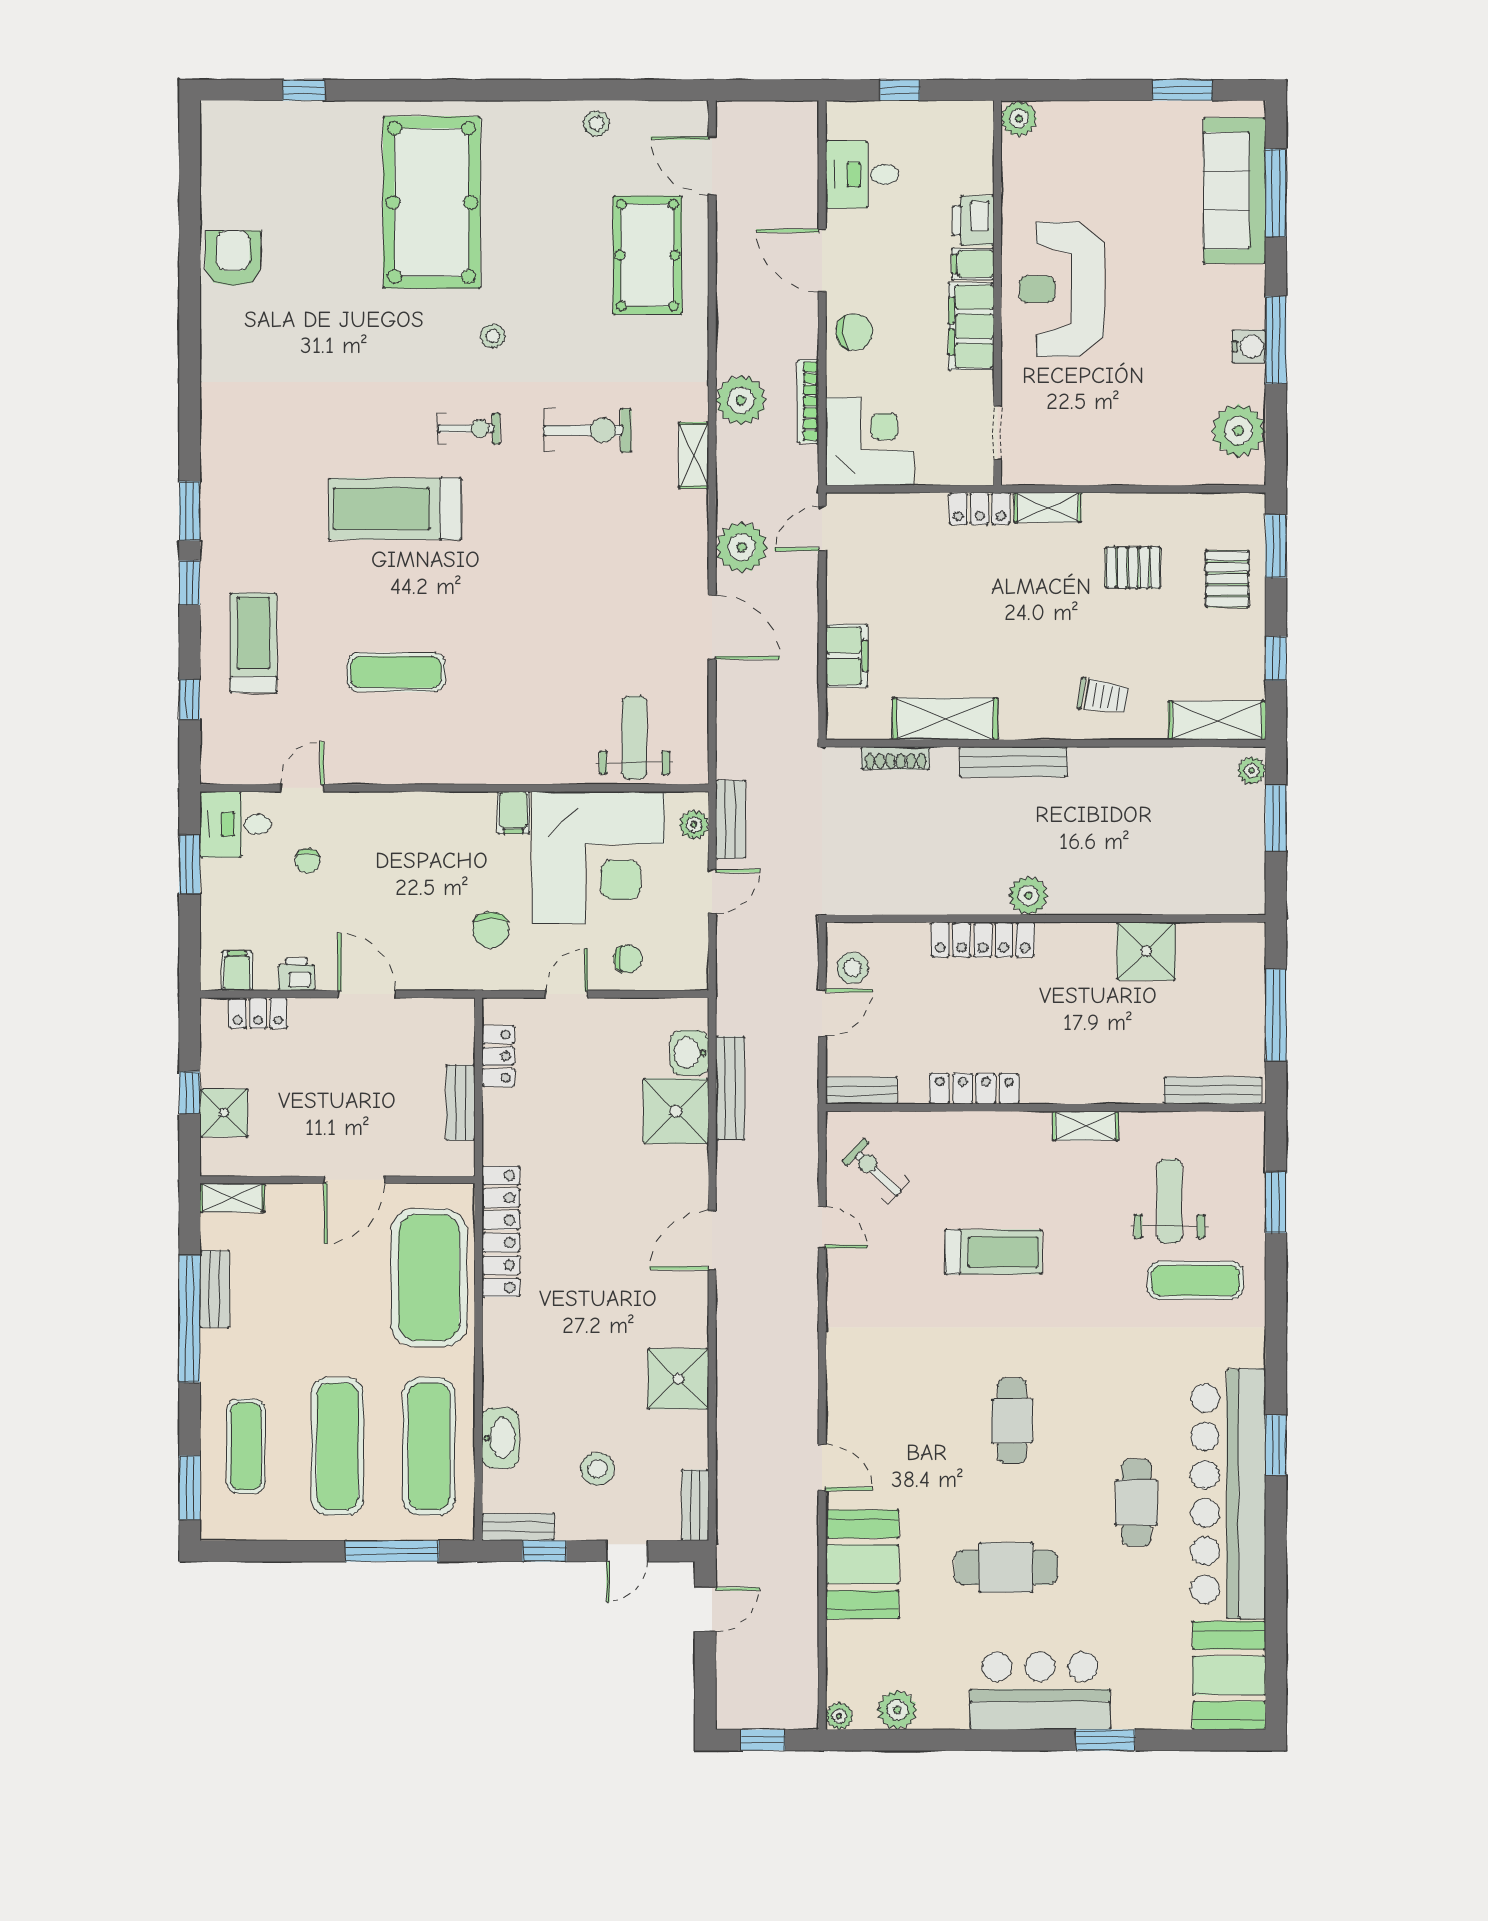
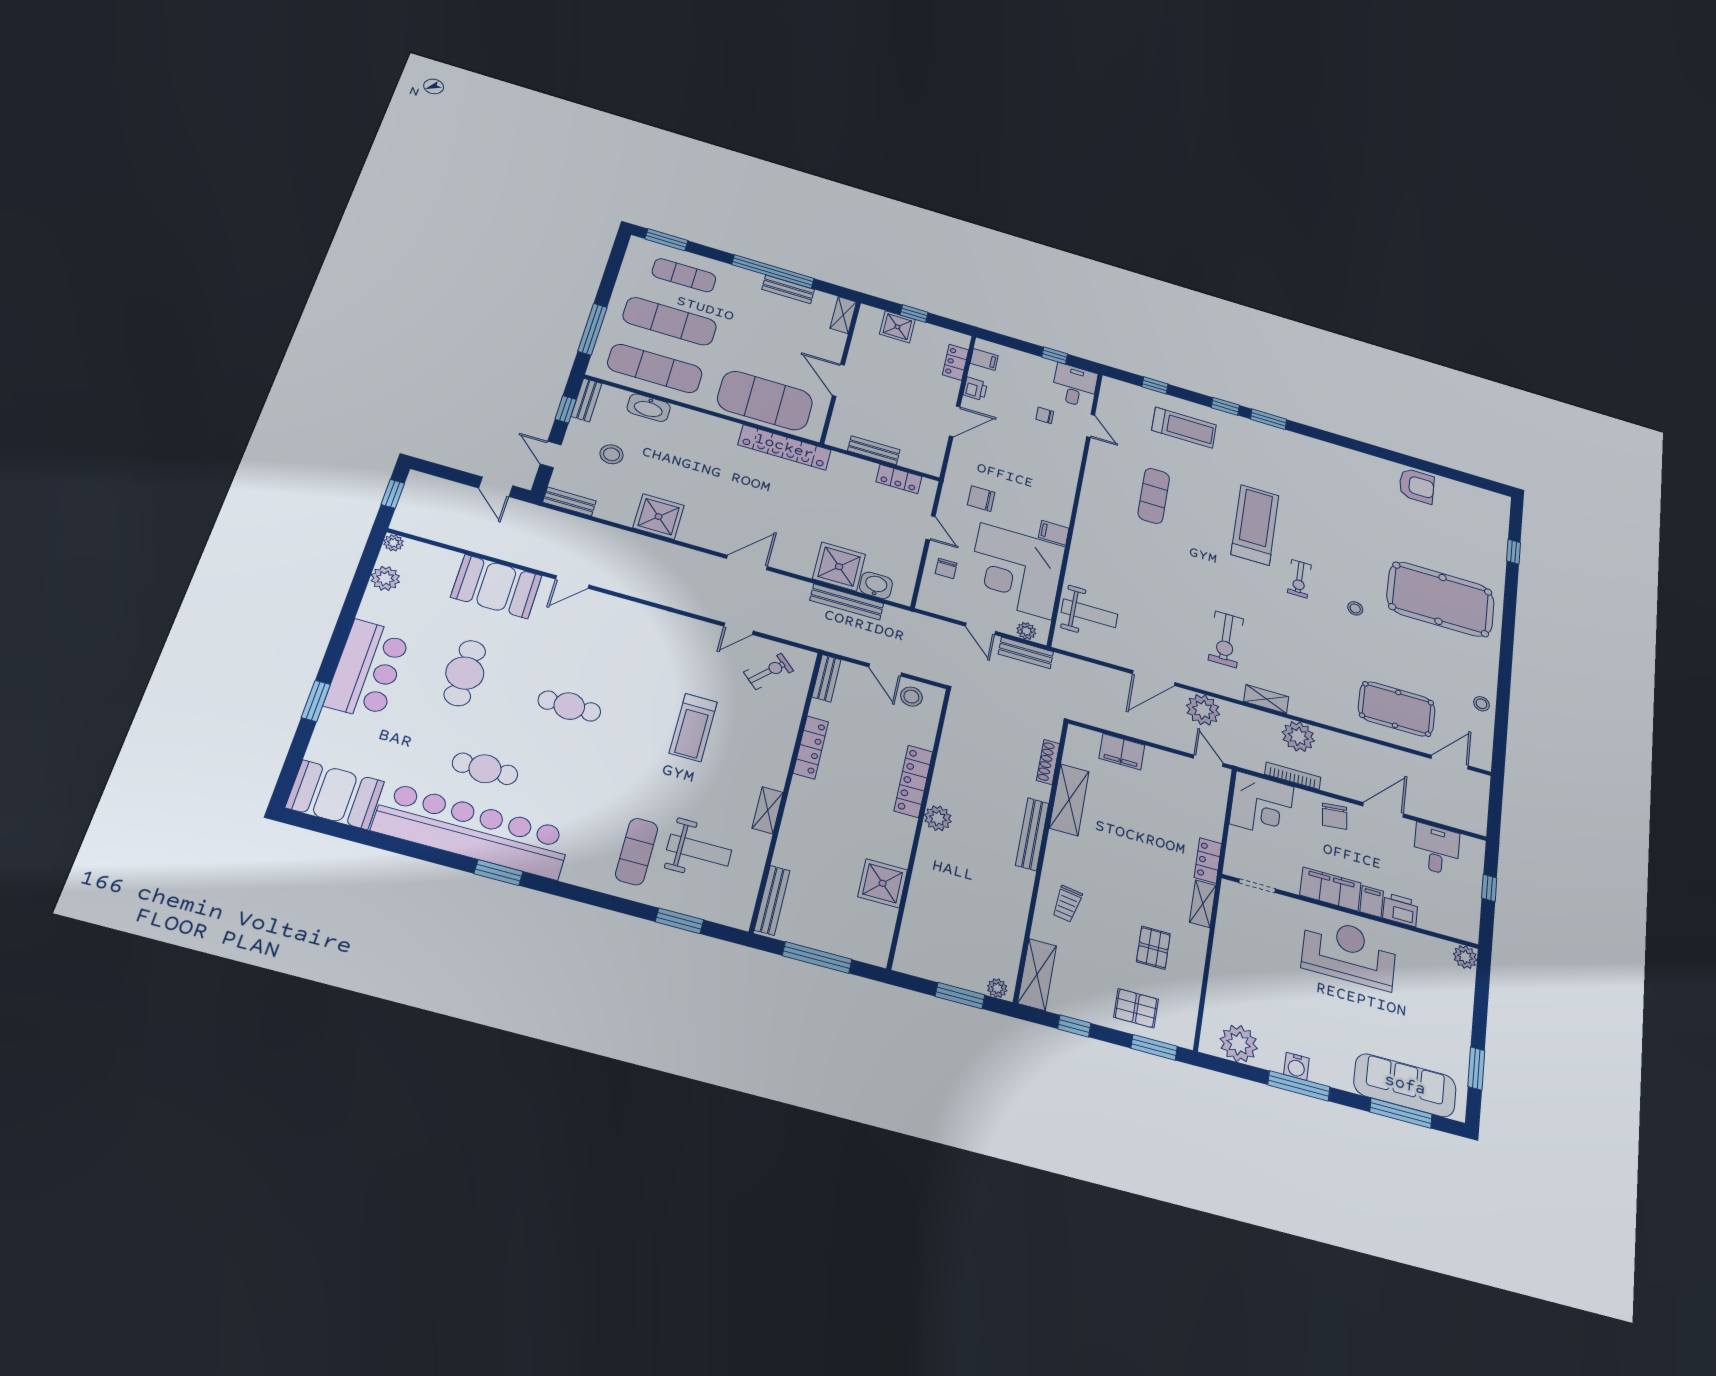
exercise bike: (587, 430) -> (1226, 639), moved
window: (190, 864) -> (1055, 355), width x0.67
door: (712, 1240) -> (747, 563), hinge flipped

